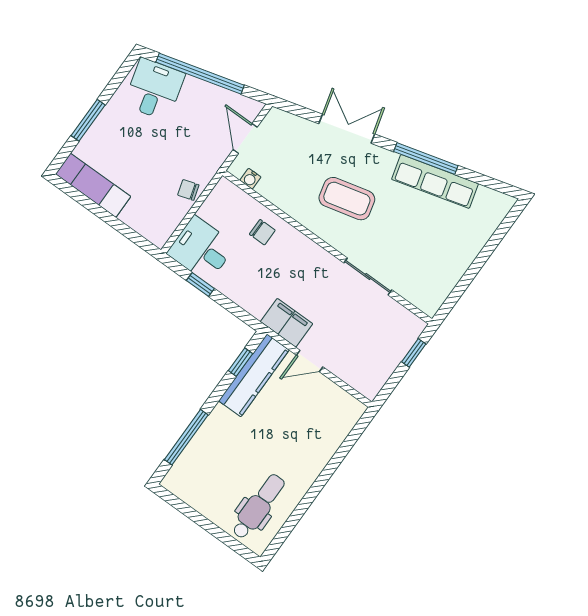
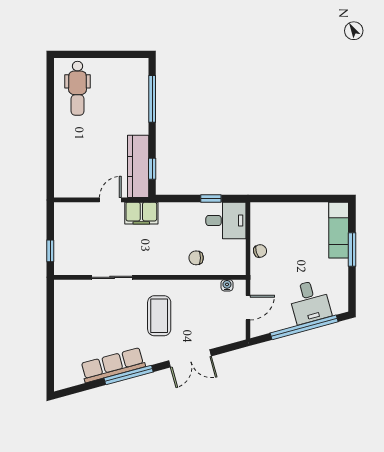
desk: (154, 89) -> (310, 302), moved
door: (245, 138) -> (248, 308), hinge flipped
exam couch: (93, 185) -> (339, 230), moved, turned 90
coffee table: (347, 199) -> (159, 316), turned -76

